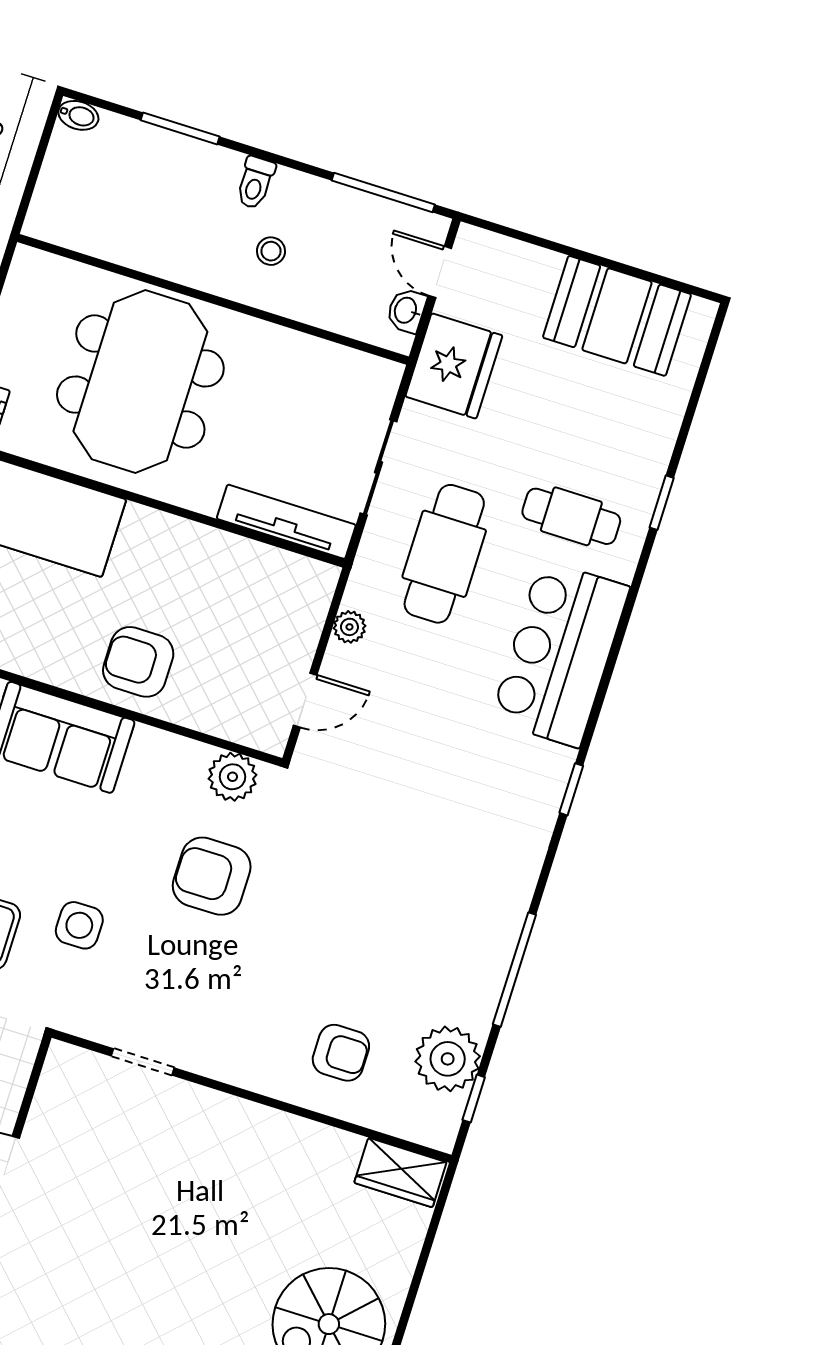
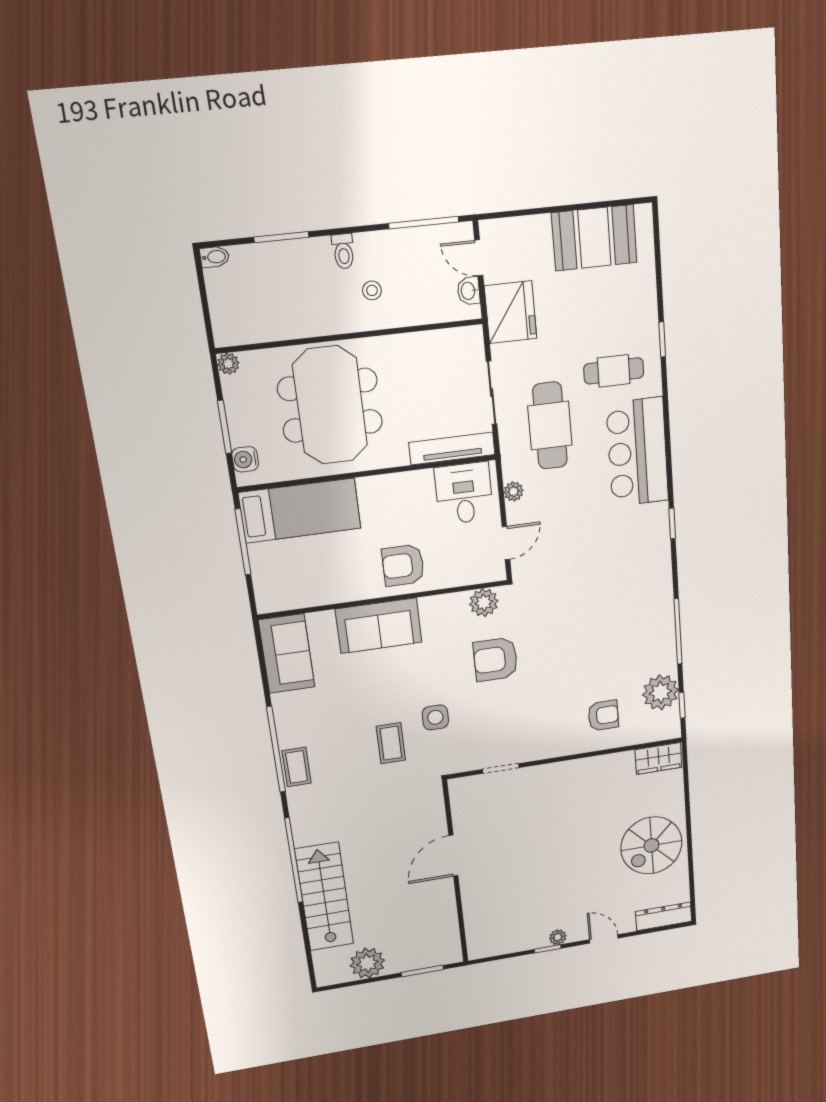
plant: (28, 262) -> (228, 364), added
desk: (275, 596) -> (464, 493), added

